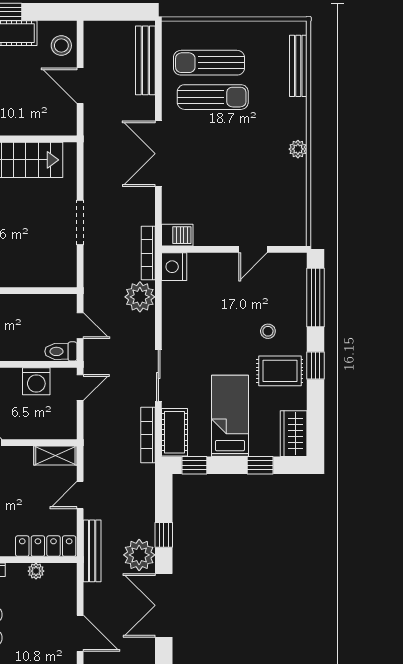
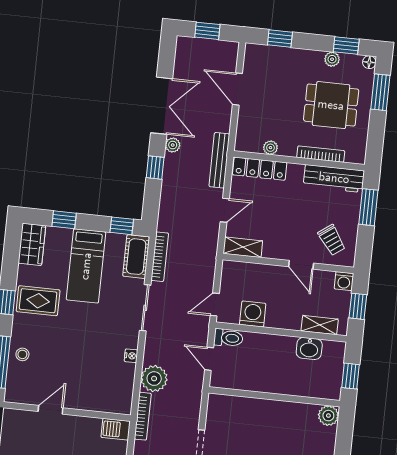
nightstand: (174, 267) -> (131, 356), moved, width x0.53, depth x0.56
stool: (268, 331) -> (22, 354), moved
plant: (139, 555) -> (173, 145), width x0.53, depth x0.53

